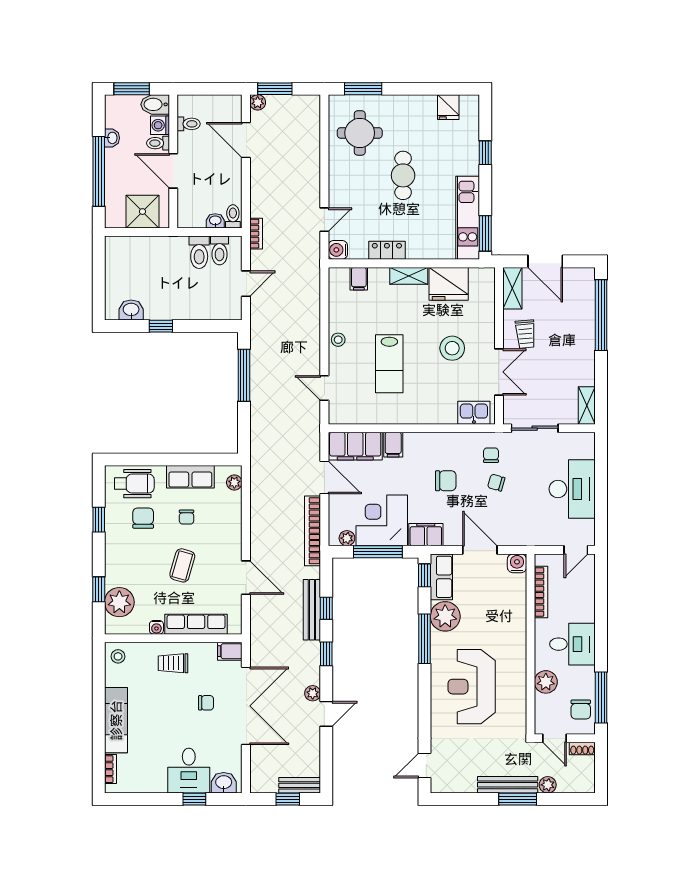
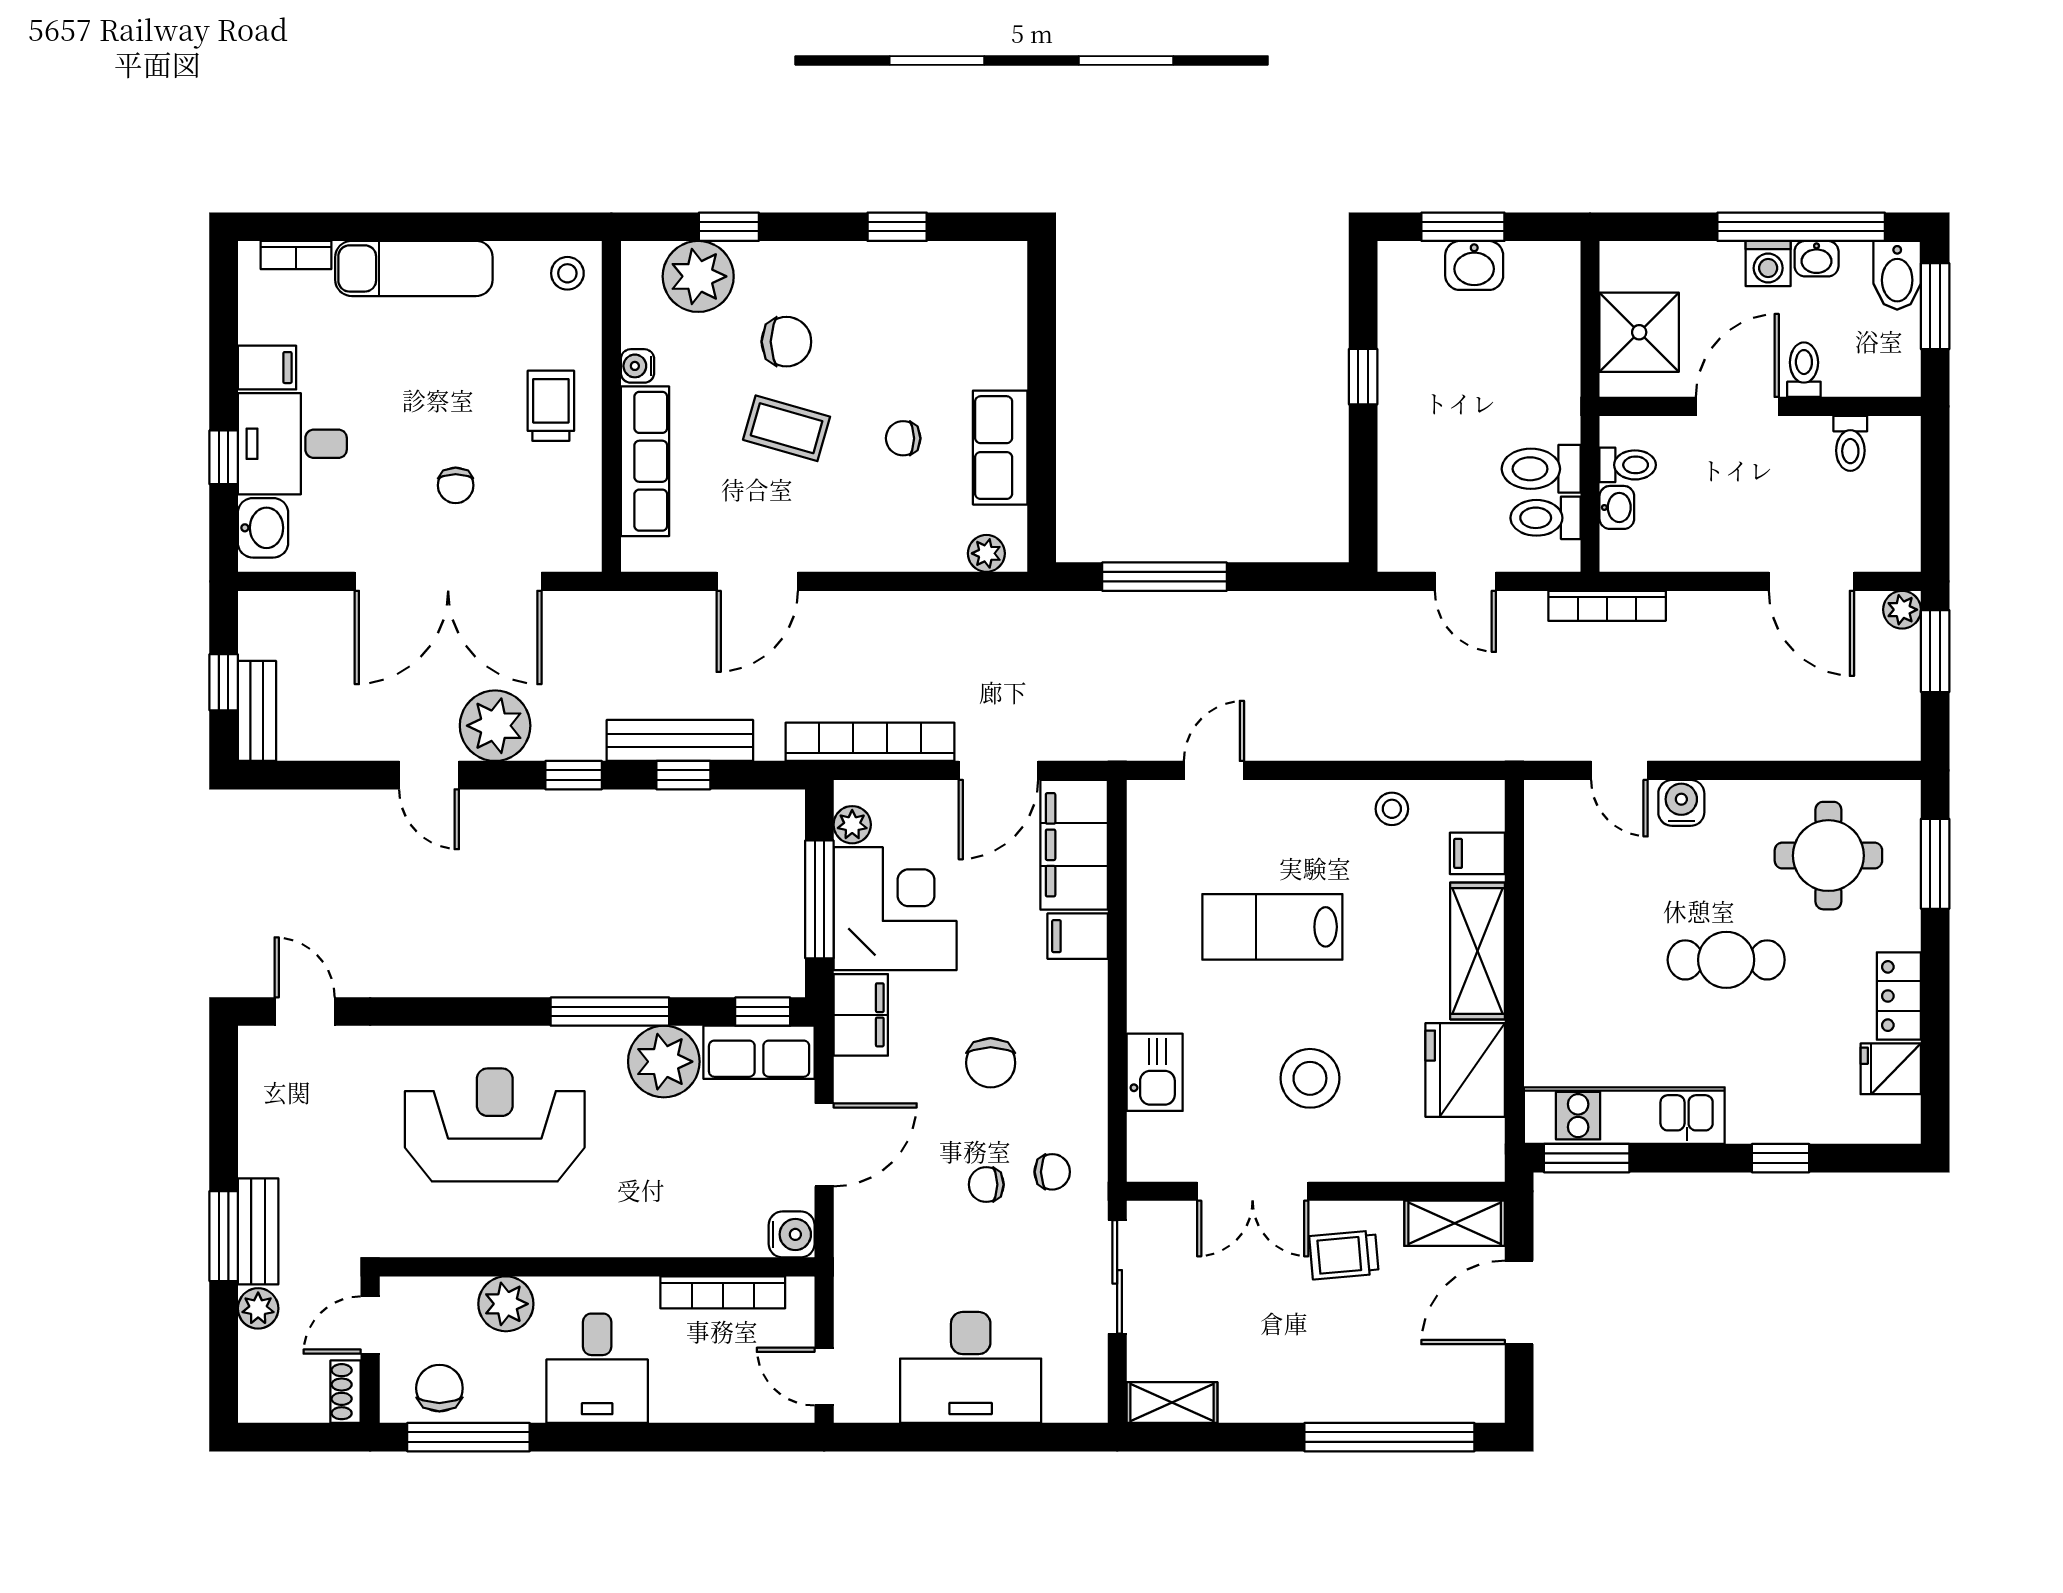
bidet: (155, 104) -> (1897, 275), moved, turned 180
washing machine: (160, 125) -> (1768, 263), moved, turned 180
door: (246, 140) -> (1811, 581), swing flipped
window: (99, 171) -> (1801, 227), moved
toilet: (233, 216) -> (1628, 465), moved
bookcase: (256, 234) -> (1607, 606), width x1.56
water cooler: (338, 250) -> (1681, 803), moved
locker: (387, 250) -> (1899, 996), moved, turned 180
shelving: (409, 276) -> (1478, 951), width x1.50, depth x1.33
window: (99, 285) -> (1463, 227), added
washbasin: (131, 310) -> (1474, 265), moved, turned 90
stool: (338, 340) -> (1392, 809), moved
window: (244, 375) -> (1165, 577), moved
kitchen sink: (474, 413) -> (1155, 1072), moved
chair: (496, 483) -> (986, 1185), turned -106
wheelchair: (134, 484) -> (984, 312), removed
chair: (143, 518) -> (786, 342), moved
filing cabinet: (230, 651) -> (267, 368), moved, turned 90
plant: (313, 693) -> (495, 726), width x1.88, depth x1.88
chair: (581, 710) -> (439, 1388), turned 90
bench: (508, 785) -> (258, 1231), width x0.73

